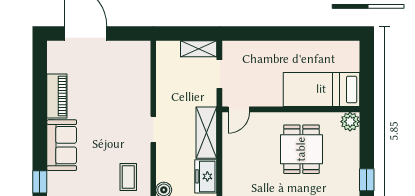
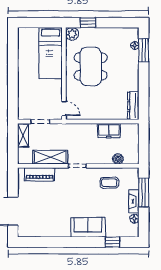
piano: (57, 96) -> (40, 174), moved, turned 180
shelving: (206, 133) -> (50, 157), moved
dining table: (301, 149) -> (91, 66), width x1.38
window: (367, 180) -> (88, 23), moved

